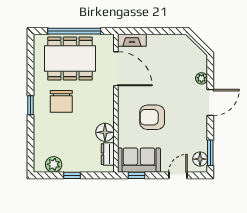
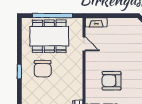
door: (116, 69) -> (84, 44), width x0.53
floor lamp: (105, 132) -> (76, 92), removed

